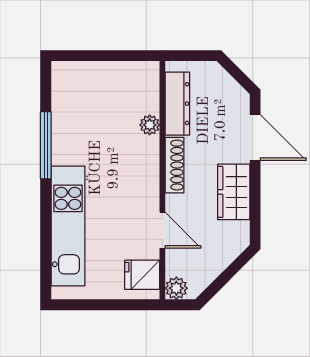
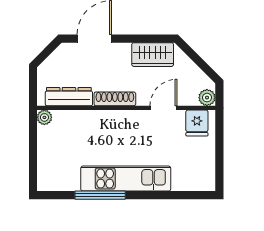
plant: (150, 125) -> (44, 117), moved
wardrobe: (234, 192) -> (153, 55), moved
kitchen unit: (68, 226) -> (126, 179), moved

